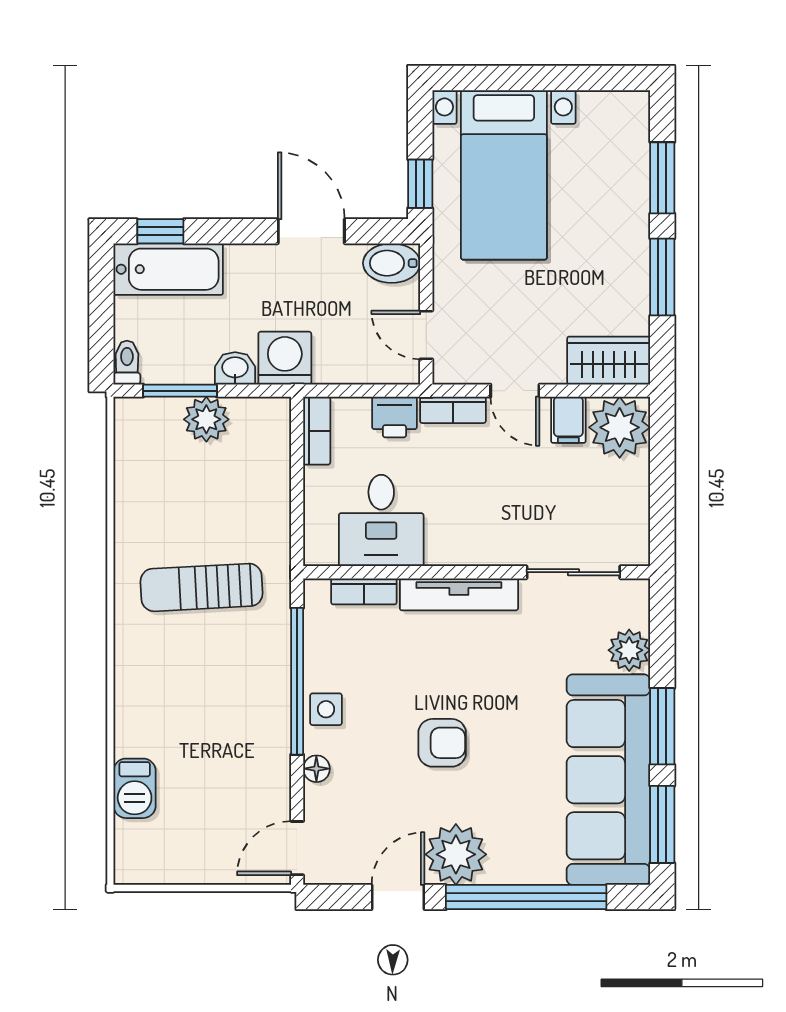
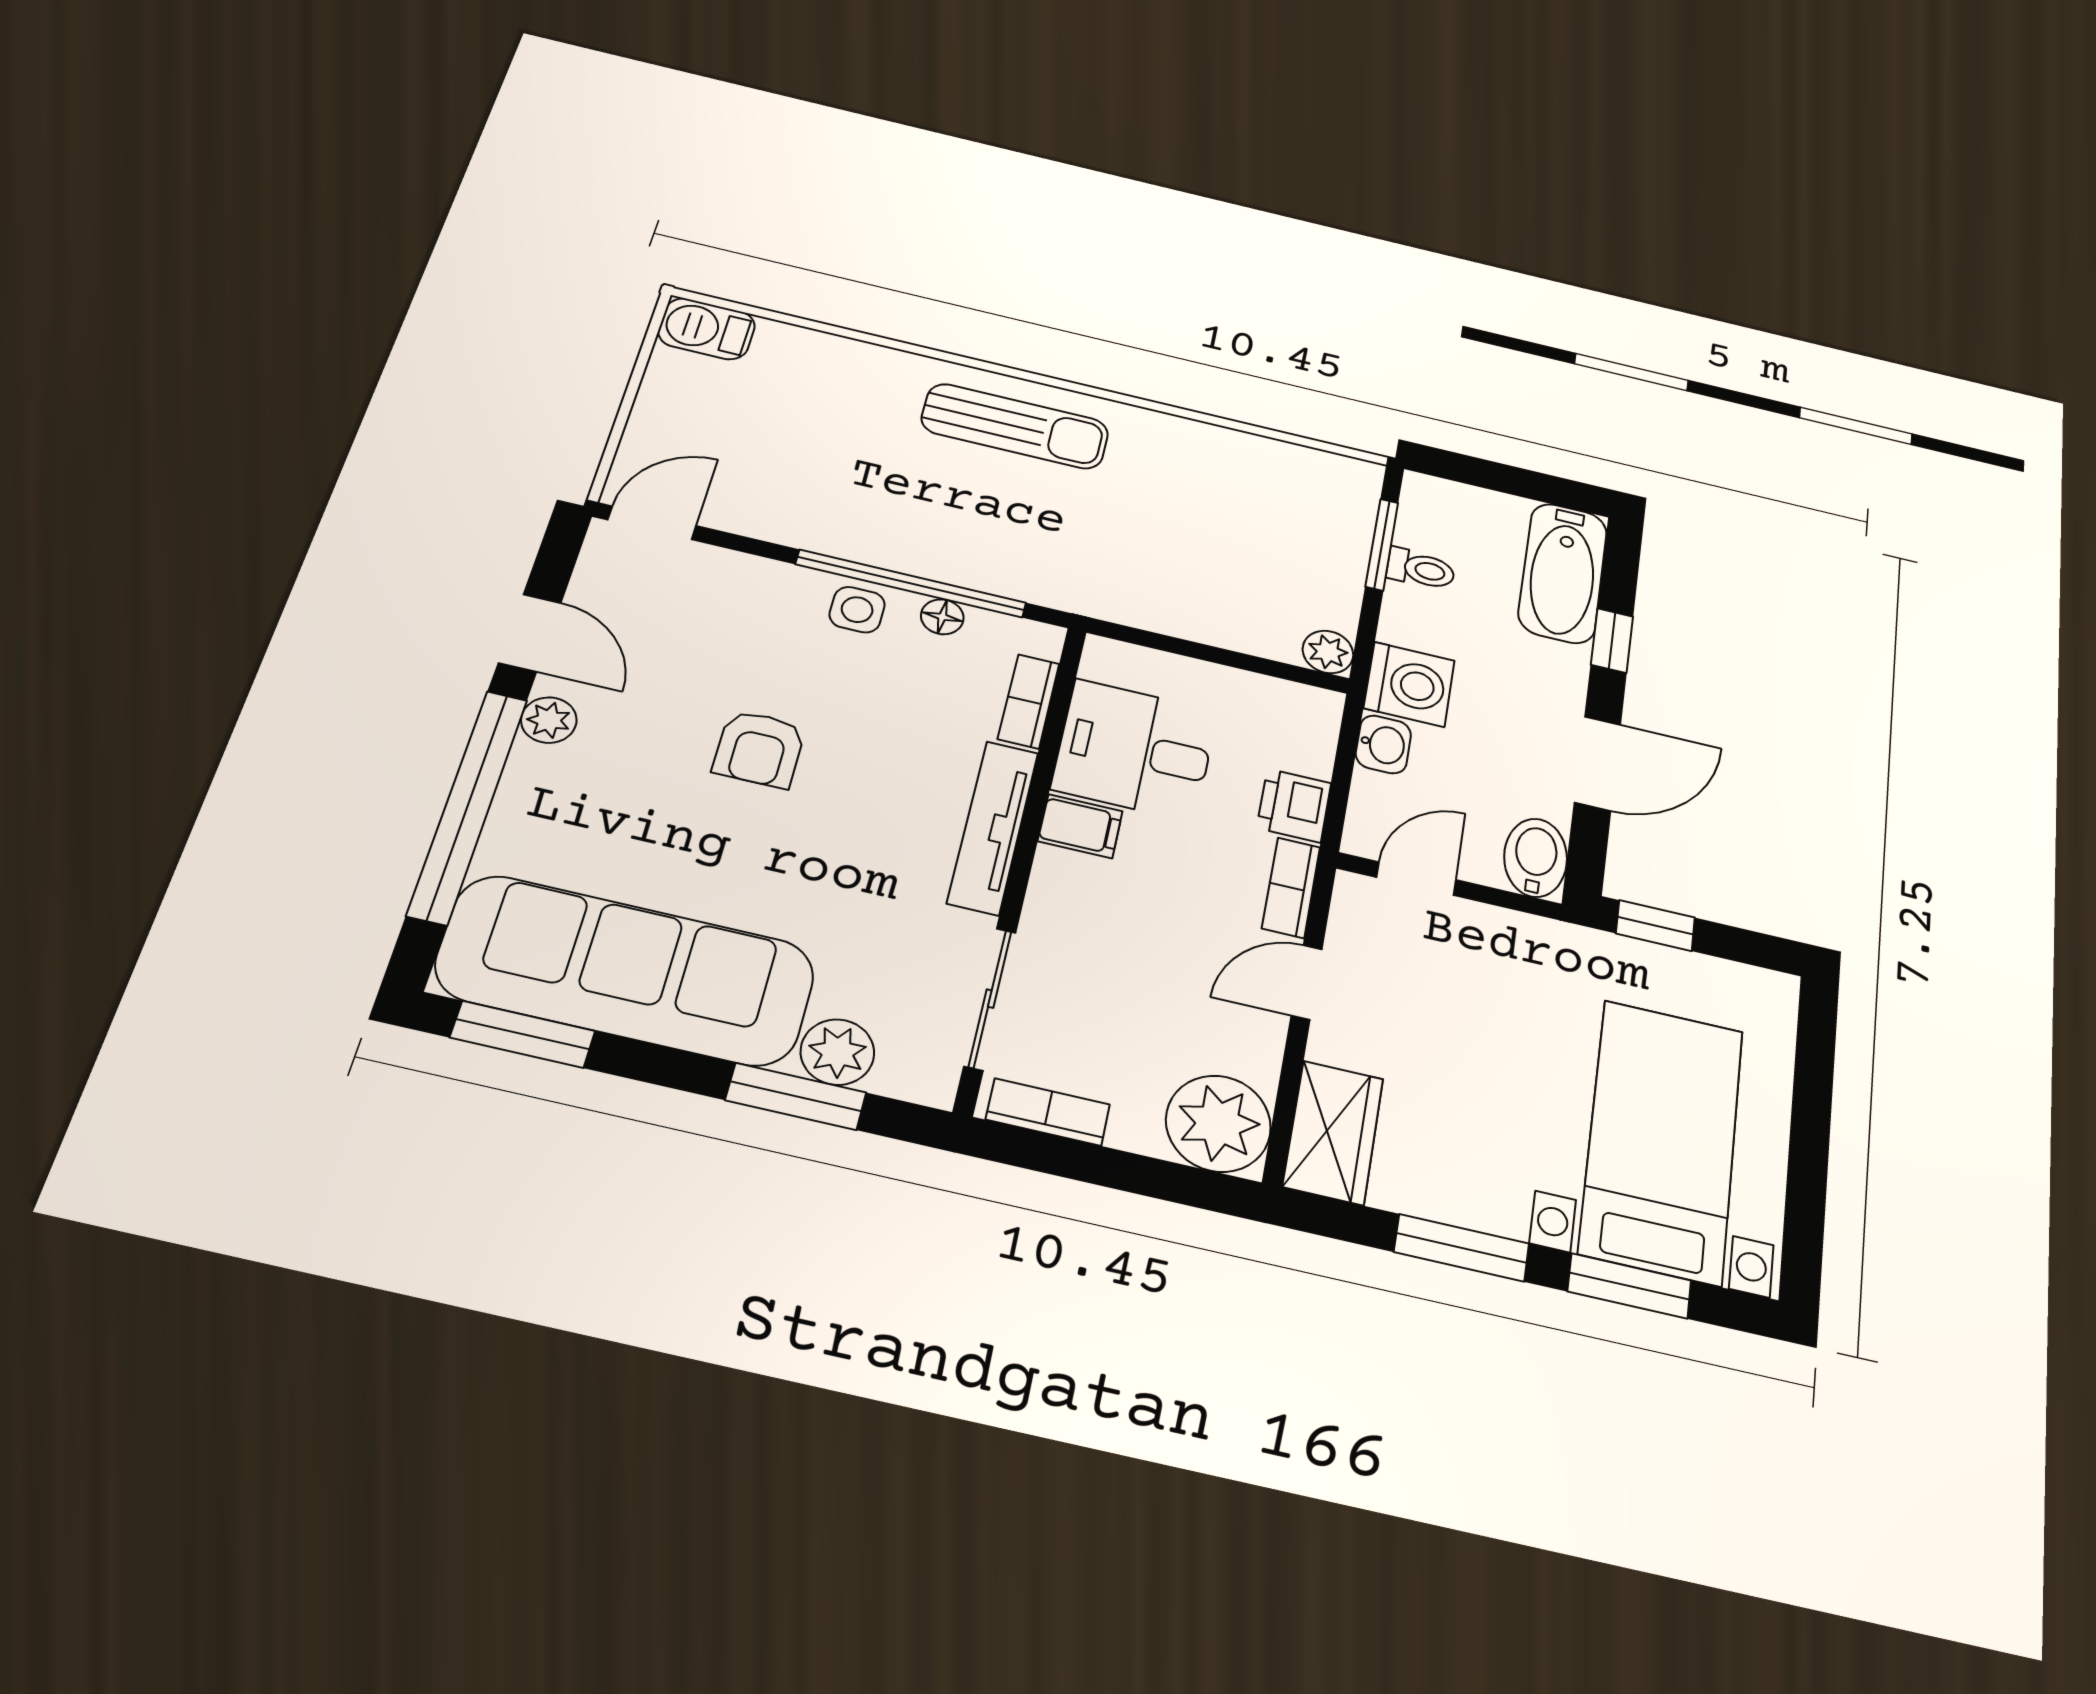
bed with nightstands: (504, 175) -> (1662, 1140), moved, turned 90
window: (160, 231) -> (1612, 641), moved
toilet: (127, 363) -> (1421, 569), moved
washbasin: (235, 368) -> (1383, 744), moved
plant: (206, 419) -> (1328, 652), moved, width x0.73, depth x0.73
filing cabinet: (568, 420) -> (1080, 826), moved, turned 180
bookcase: (317, 431) -> (1048, 1112), moved, turned 180
sun lounger: (202, 587) -> (1015, 426), moved, turned 93
window: (662, 726) -> (796, 1096), moved
floor lamp: (316, 769) -> (942, 617), moved
barbecue: (135, 788) -> (707, 329), moved
door: (297, 848) -> (652, 523), hinge flipped
plant: (456, 854) -> (549, 720), width x0.53, depth x0.53

